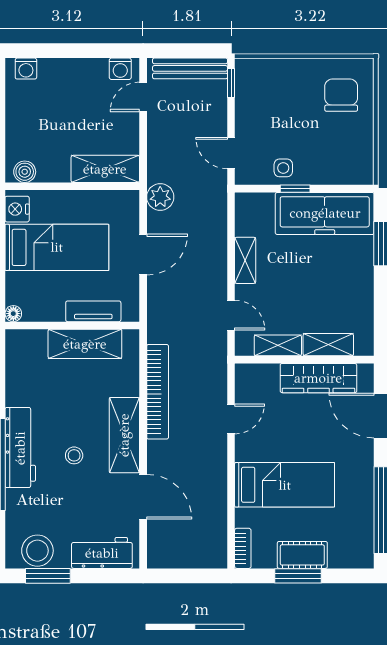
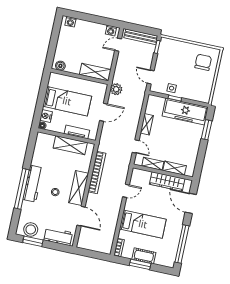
nightstand: (17, 209) -> (46, 116), moved

